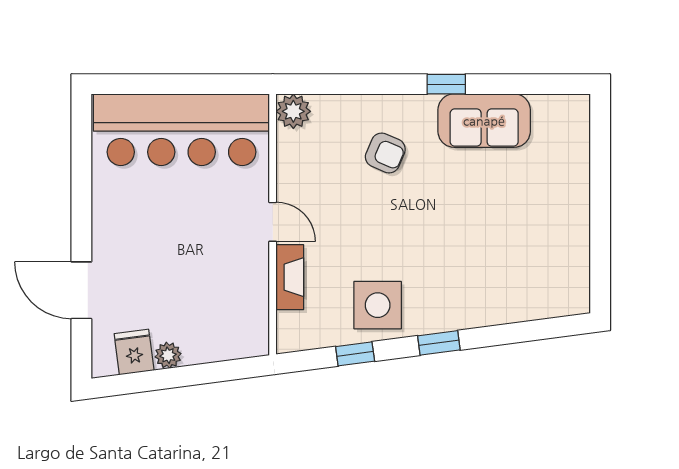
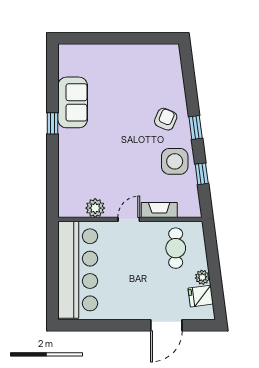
plant: (293, 111) -> (95, 208), moved
armchair: (385, 153) -> (166, 119), moved
cafe table: (221, 307) -> (176, 248), added

